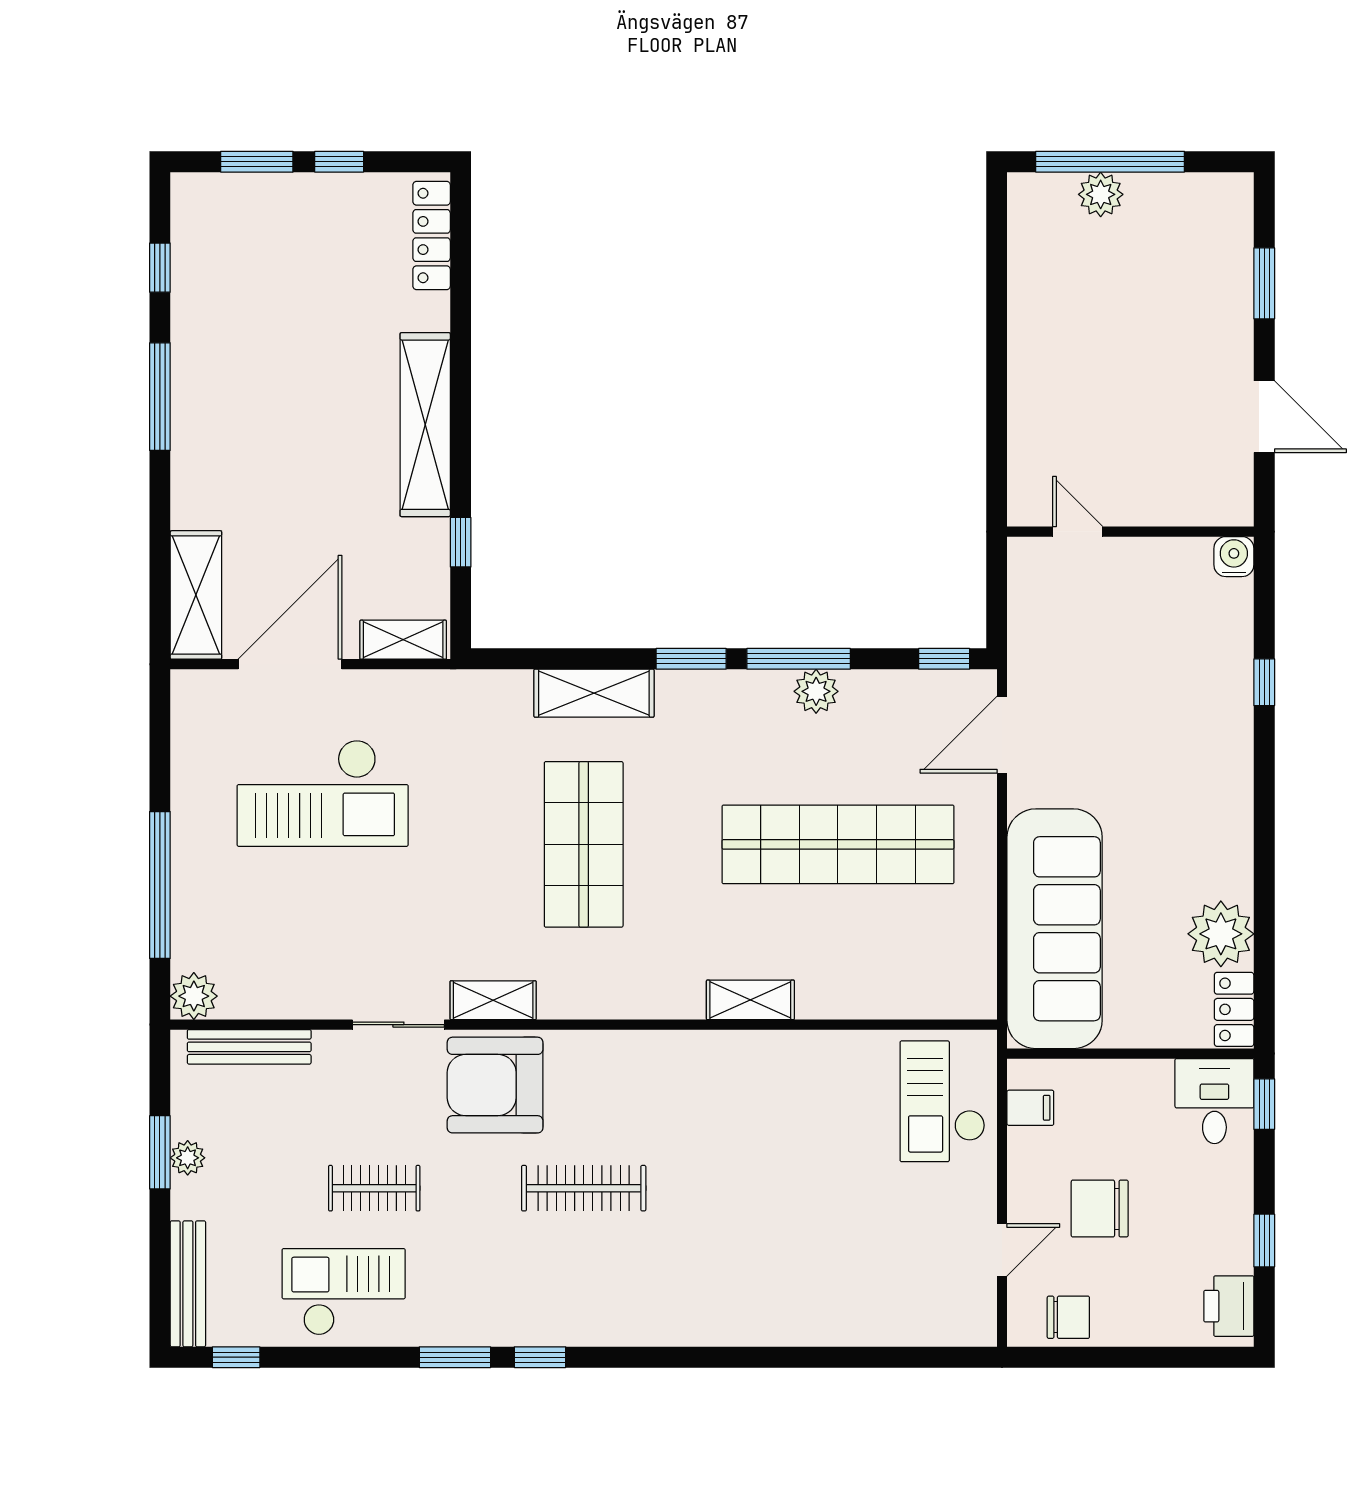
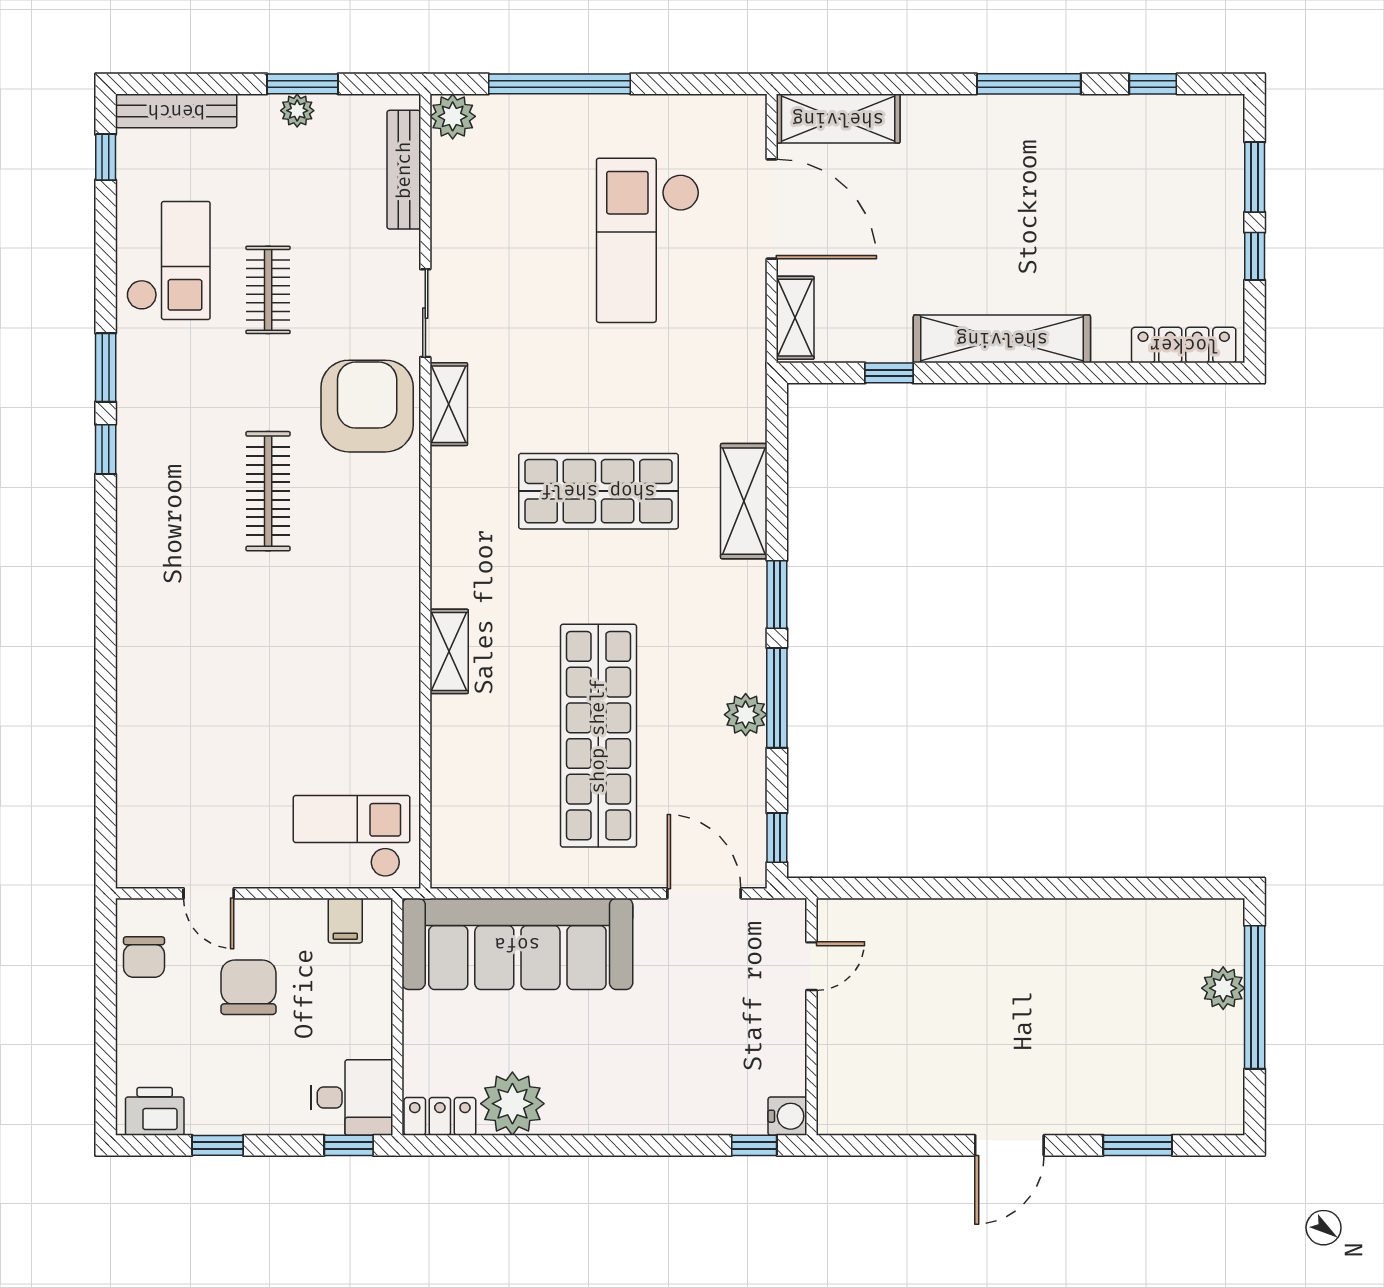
door: (1078, 532) -> (811, 966), moved
wall: (1130, 532) -> (811, 1017), moved
water cooler: (1234, 557) -> (787, 1116), moved

